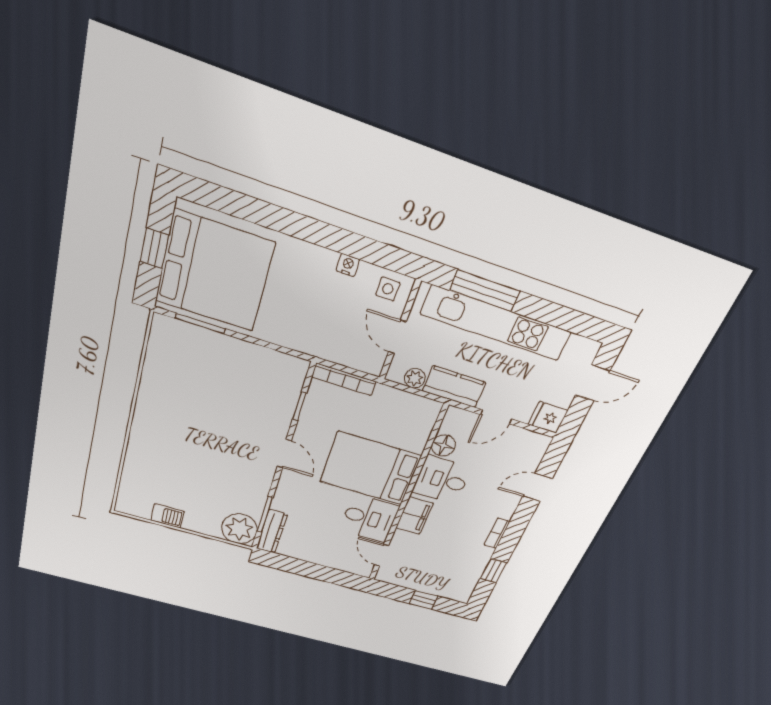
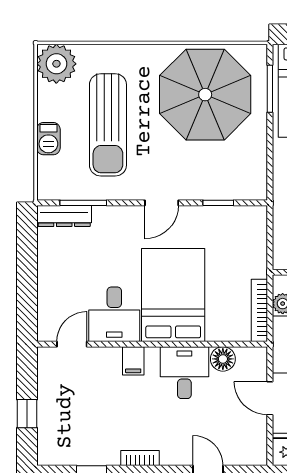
bookcase: (344, 379) -> (259, 310), moved
parasol: (192, 386) -> (205, 95), added
sun lounger: (200, 476) -> (108, 125), added
filing cabinet: (414, 515) -> (133, 361), width x0.50
barbecue: (168, 516) -> (48, 139), moved
plant: (239, 529) -> (56, 64), moved

